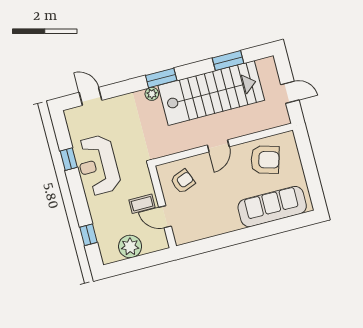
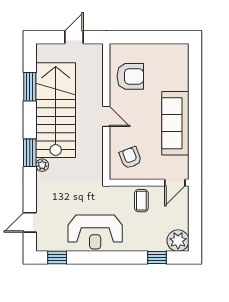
window: (69, 159) -> (57, 258), moved
armchair: (265, 160) -> (130, 76), turned 74
sofa: (272, 207) -> (175, 123), moved
door: (165, 217) -> (175, 183), moved
plant: (130, 246) -> (178, 241), moved

